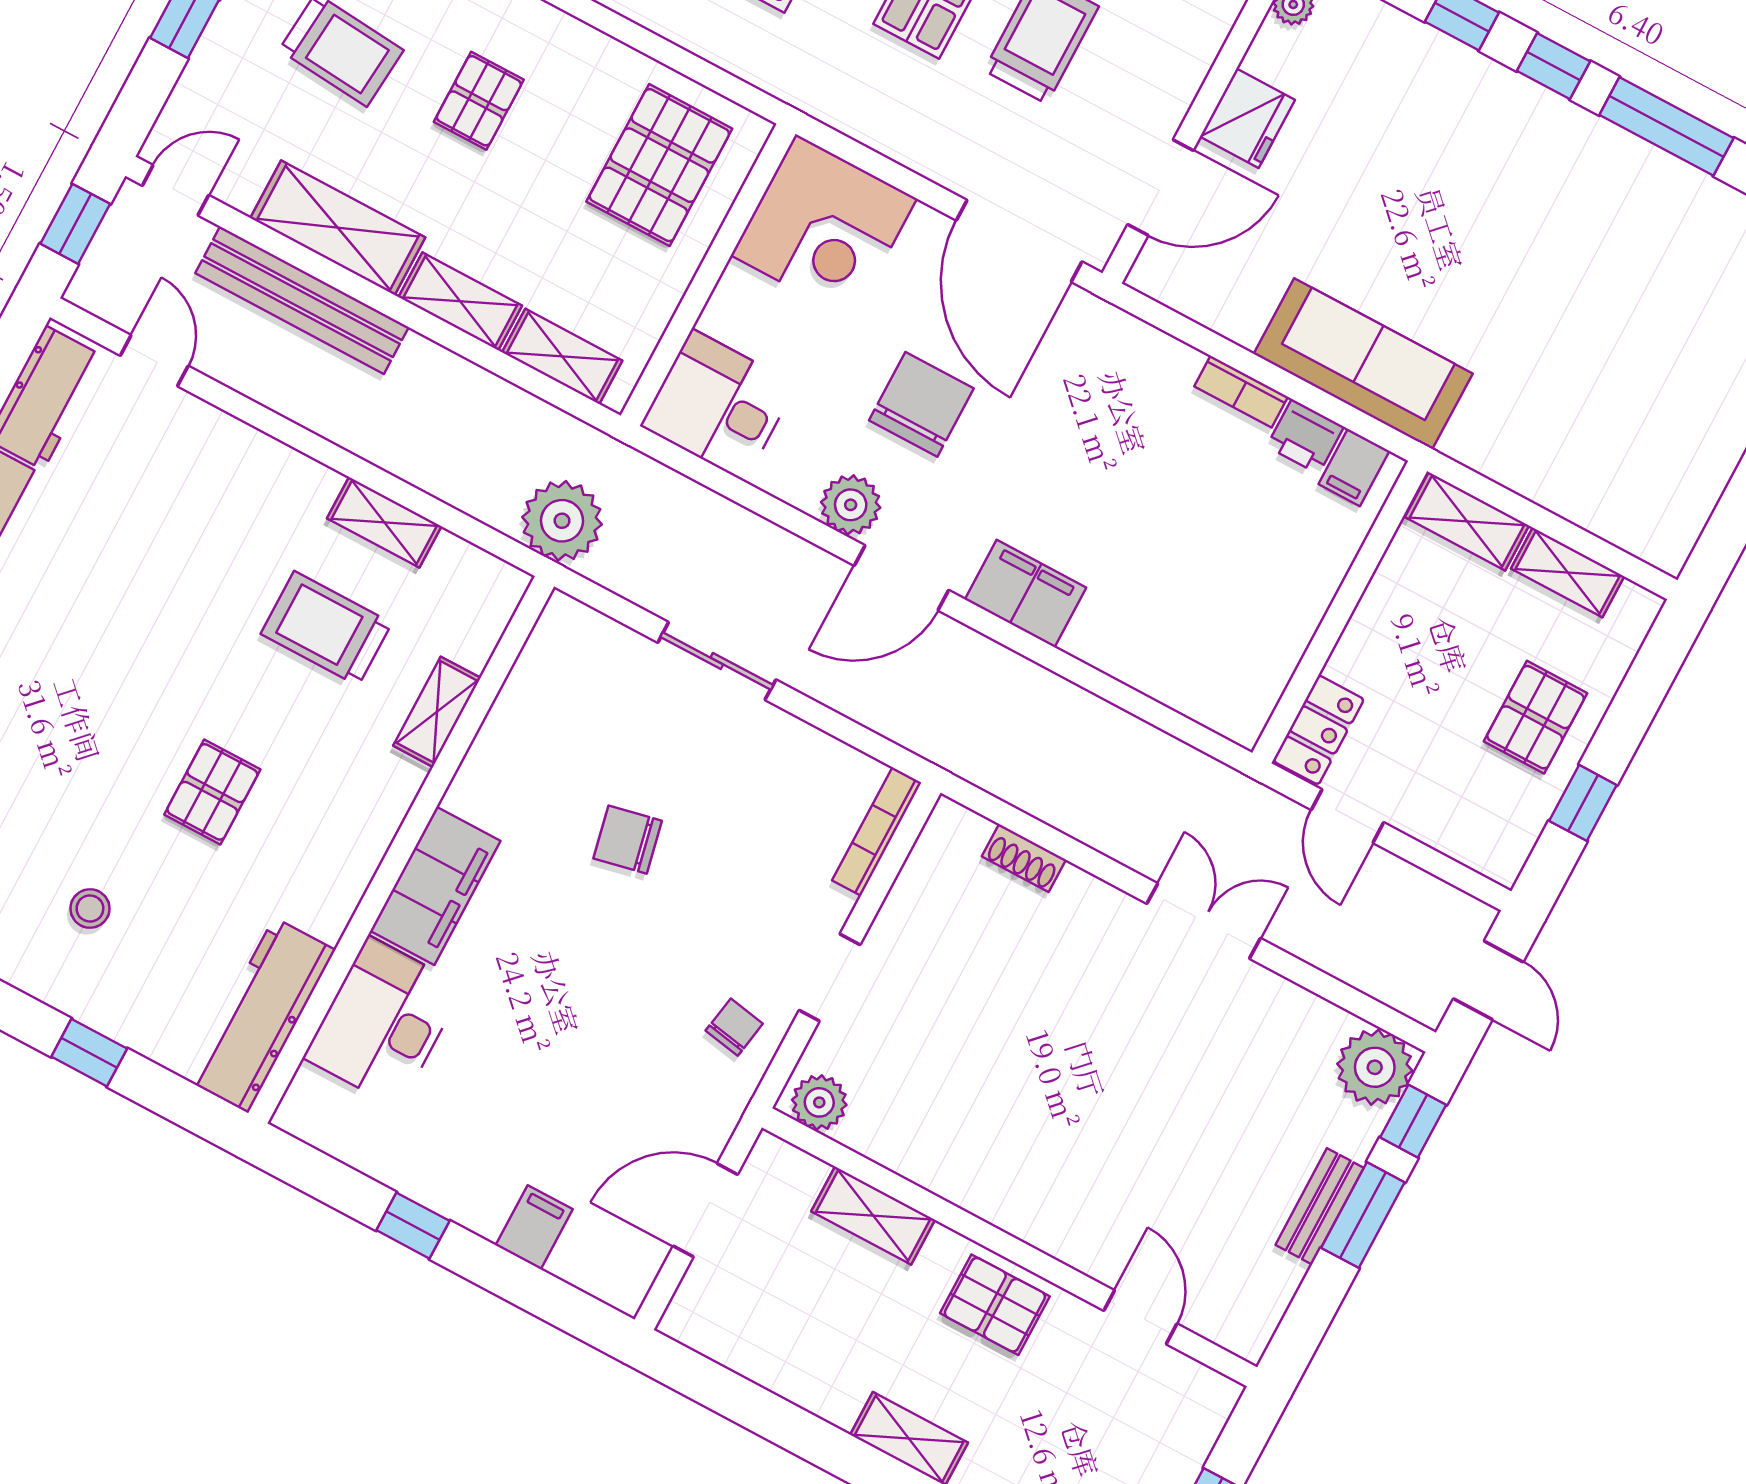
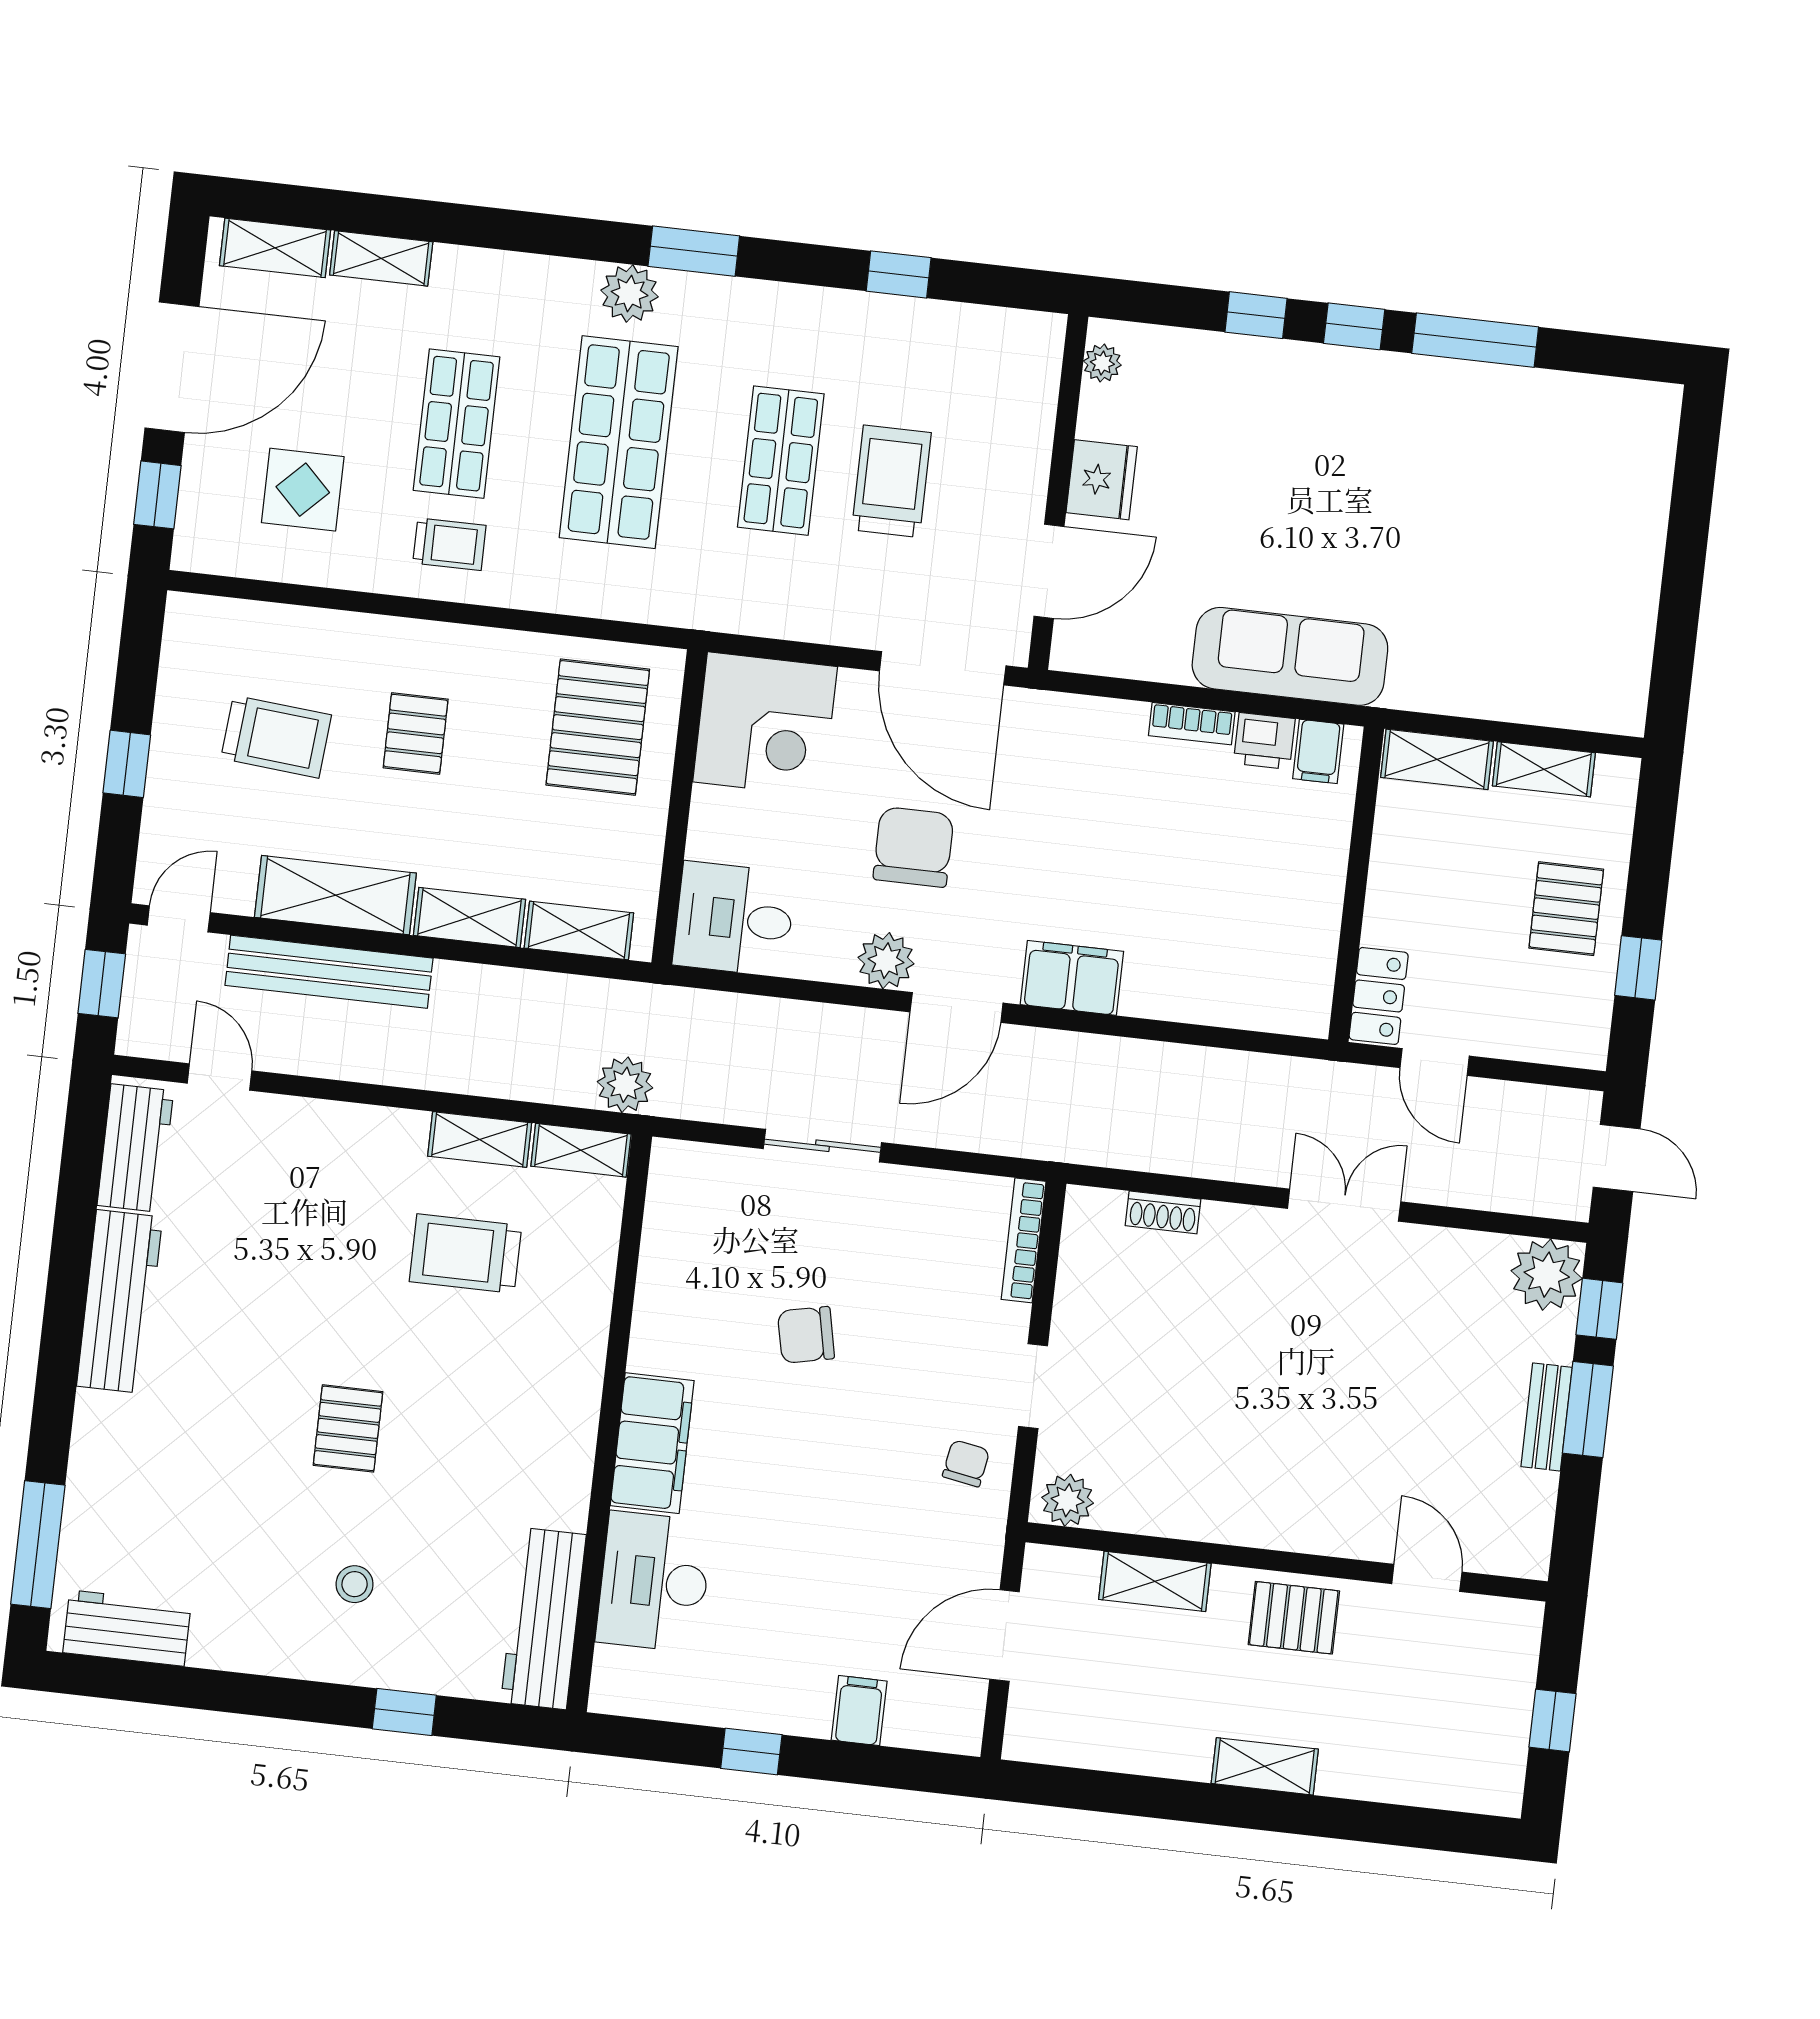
plant: (562, 521) -> (625, 1085), width x0.73, depth x0.73
shelving: (437, 712) -> (581, 1150), moved, turned 90
pallet: (212, 792) -> (348, 1428), moved

